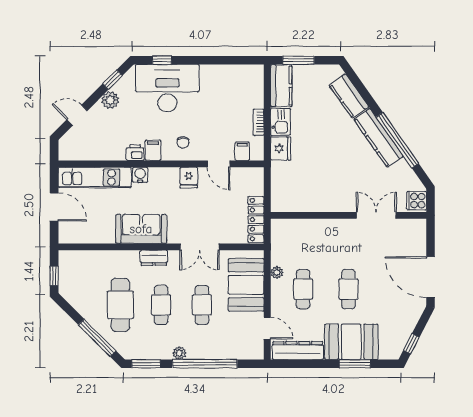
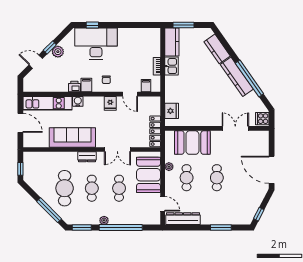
window: (113, 80) -> (50, 48), moved
fridge: (281, 148) -> (172, 111), moved
sofa: (141, 229) -> (72, 137), width x1.36
booth: (351, 342) -> (192, 143), moved

